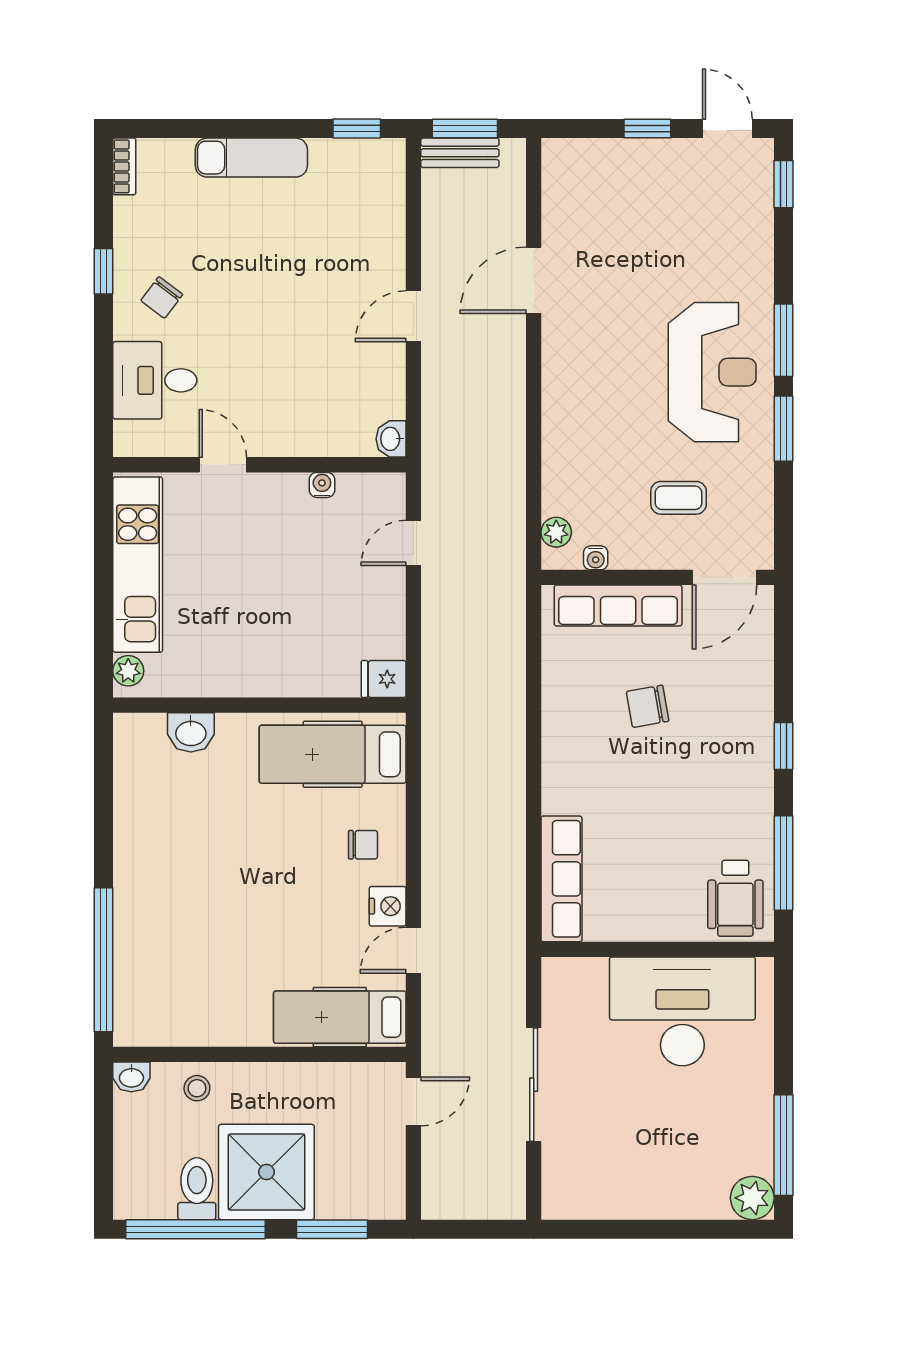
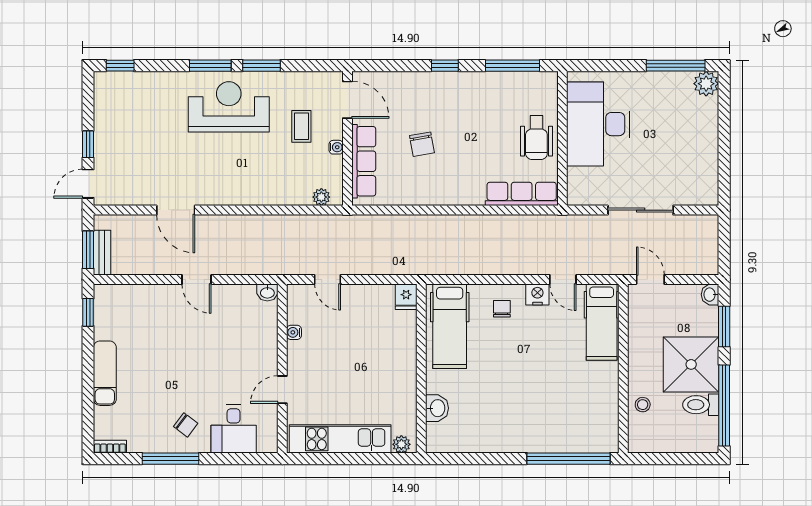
door: (727, 129) -> (88, 184), moved
window: (104, 271) -> (171, 459), width x2.17
water cooler: (596, 558) -> (336, 147), moved
wheelchair: (735, 898) -> (536, 138), moved, turned 90
washbasin: (131, 1077) -> (710, 295), moved, turned 180

